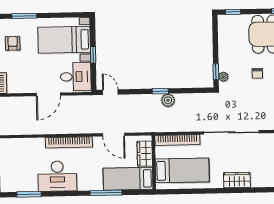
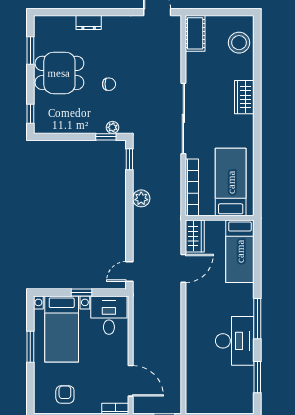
window: (24, 16) -> (30, 347), moved
armchair: (13, 43) -> (65, 394), turned 90
window: (160, 91) -> (129, 159), moved
door: (48, 94) -> (131, 381), moved
bookcase: (69, 142) -> (192, 325), removed
wardrobe: (145, 154) -> (195, 236), moved, turned -90
wardrobe: (237, 180) -> (244, 97), moved
window: (106, 193) -> (257, 319), moved

